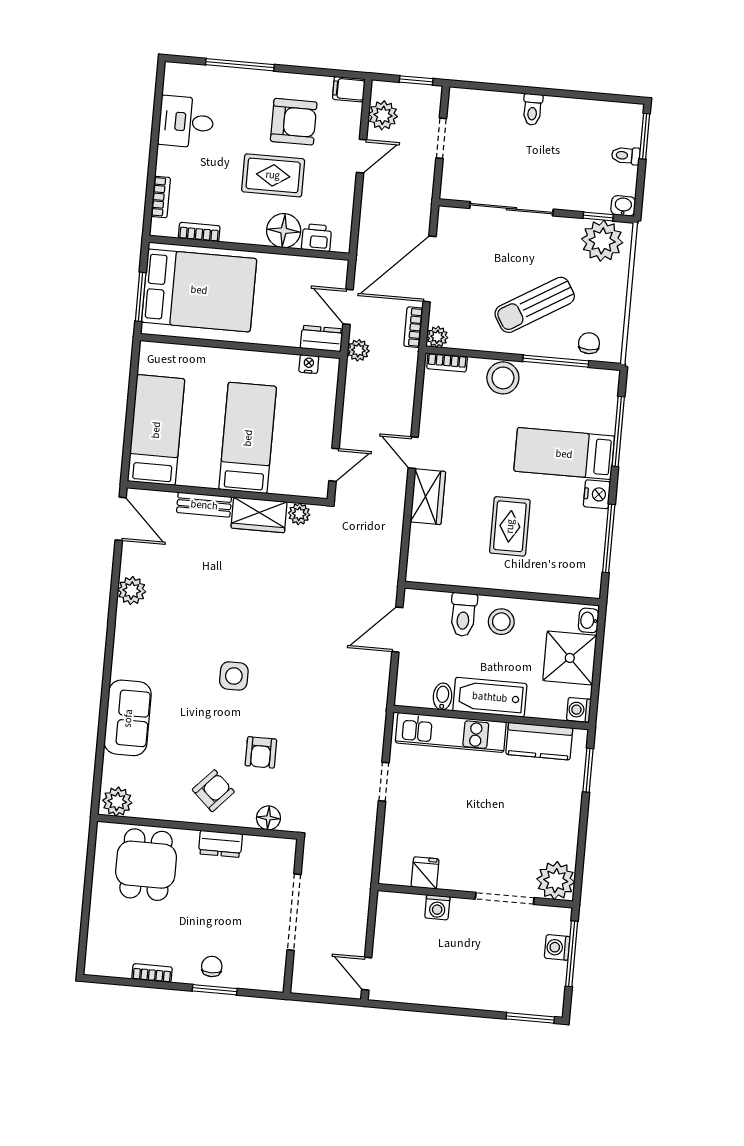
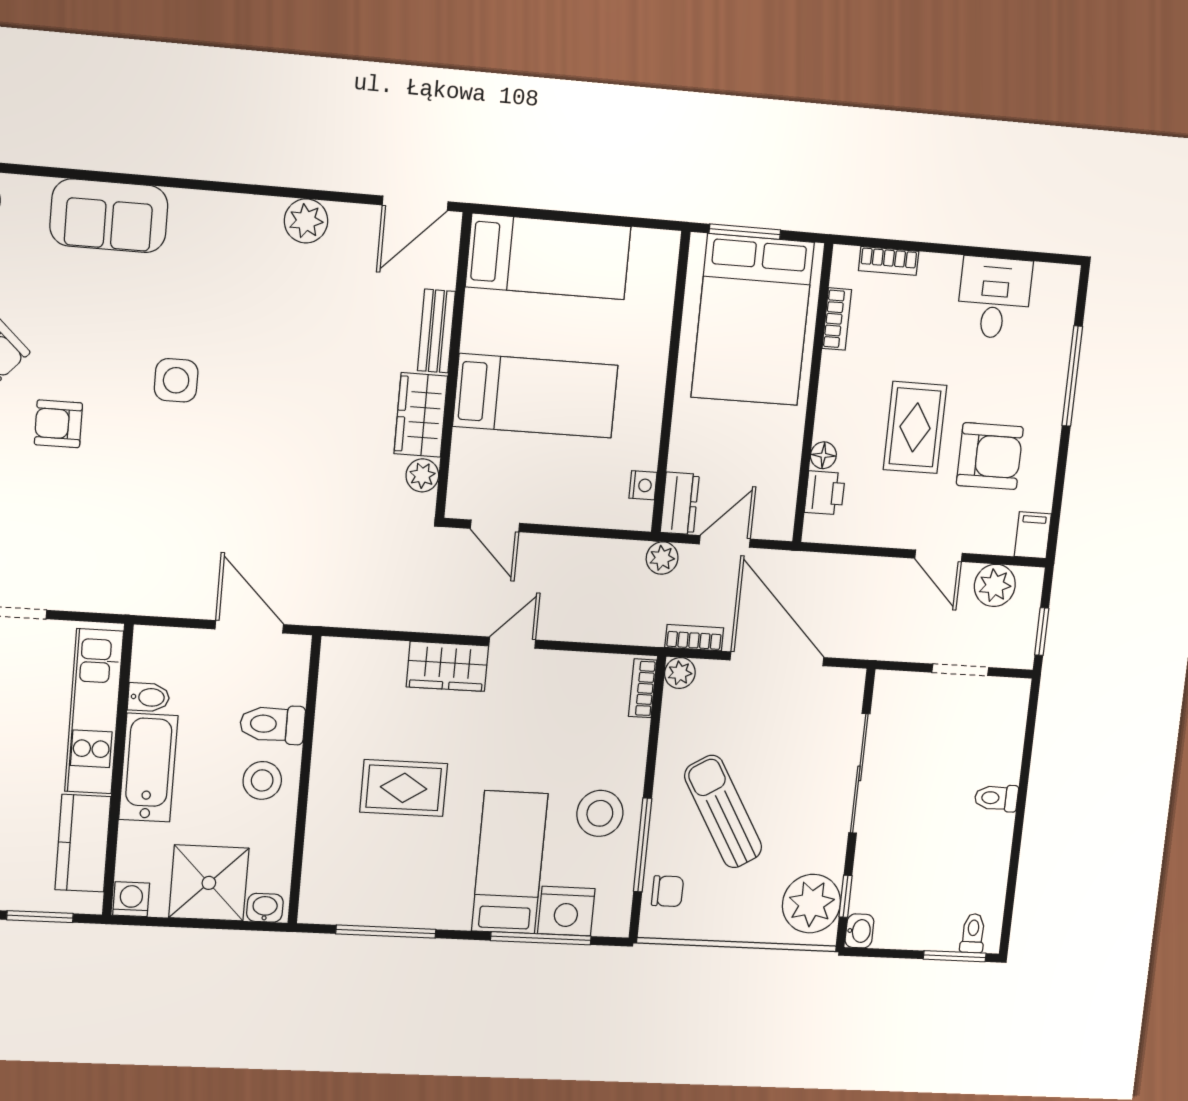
armchair: (294, 122) -> (990, 456), turned -90
toilet: (626, 156) -> (973, 933), moved
floor lamp: (284, 231) -> (823, 455), width x0.53, depth x0.53
stool: (503, 378) -> (600, 813), moved
nightstand: (597, 494) -> (566, 911), moved, width x1.36, depth x1.33

